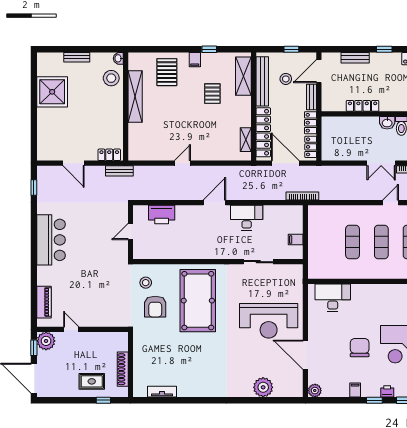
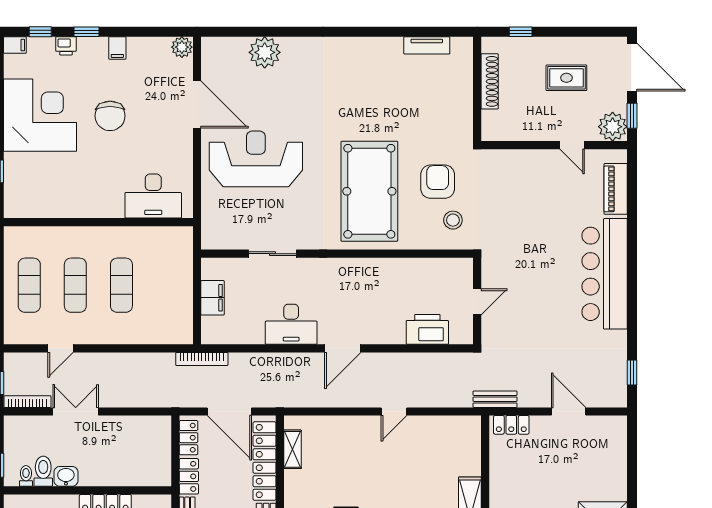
bar counter: (51, 240) -> (605, 274), width x1.36
filing cabinet: (296, 240) -> (213, 298), width x2.00
rug: (92, 381) -> (566, 78), moved

